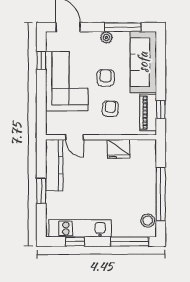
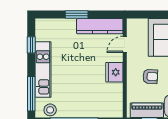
fridge: (118, 149) -> (114, 72), moved
kitchen unit: (80, 228) -> (43, 70), moved

